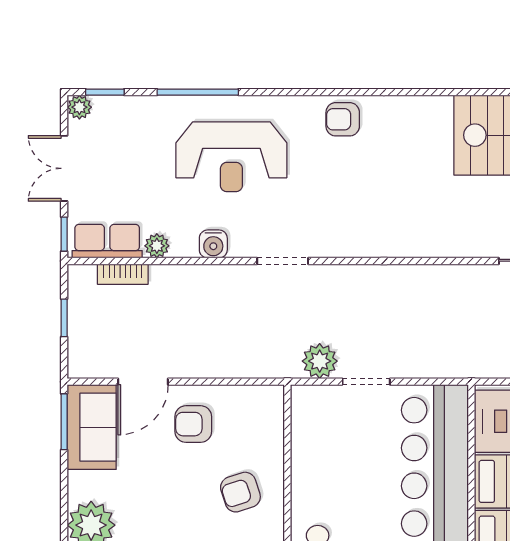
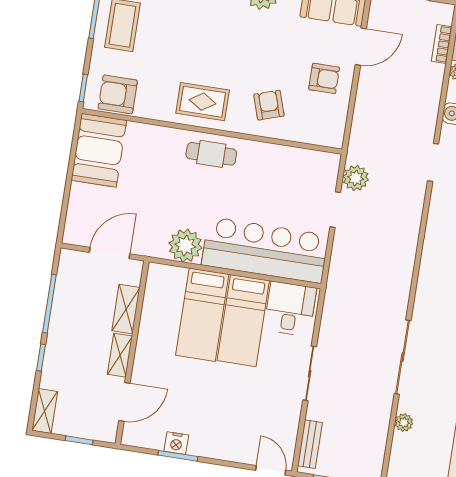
door: (143, 382) -> (361, 47), swing flipped
armchair: (193, 424) -> (324, 78), turned 90

